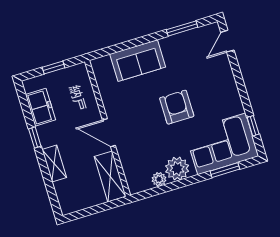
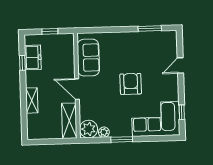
door: (227, 41) -> (180, 65), moved
sofa: (138, 61) -> (88, 58), moved, turned -90
window: (35, 137) -> (22, 63), moved
plant: (177, 169) -> (89, 129), moved
window: (225, 170) -> (122, 139), moved

